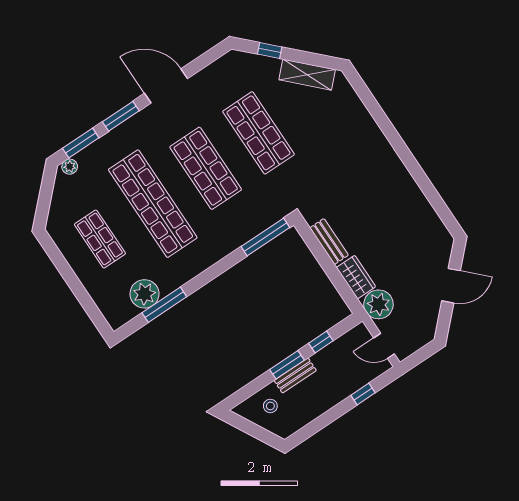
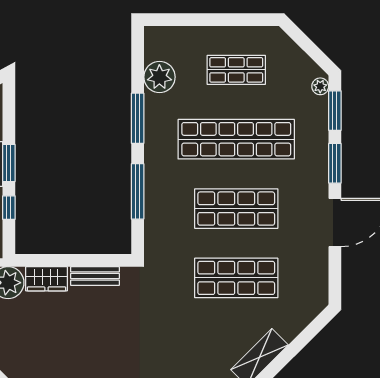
window: (270, 51) -> (304, 338), removed
window: (265, 237) -> (138, 191), moved
window: (164, 305) -> (138, 118), moved

